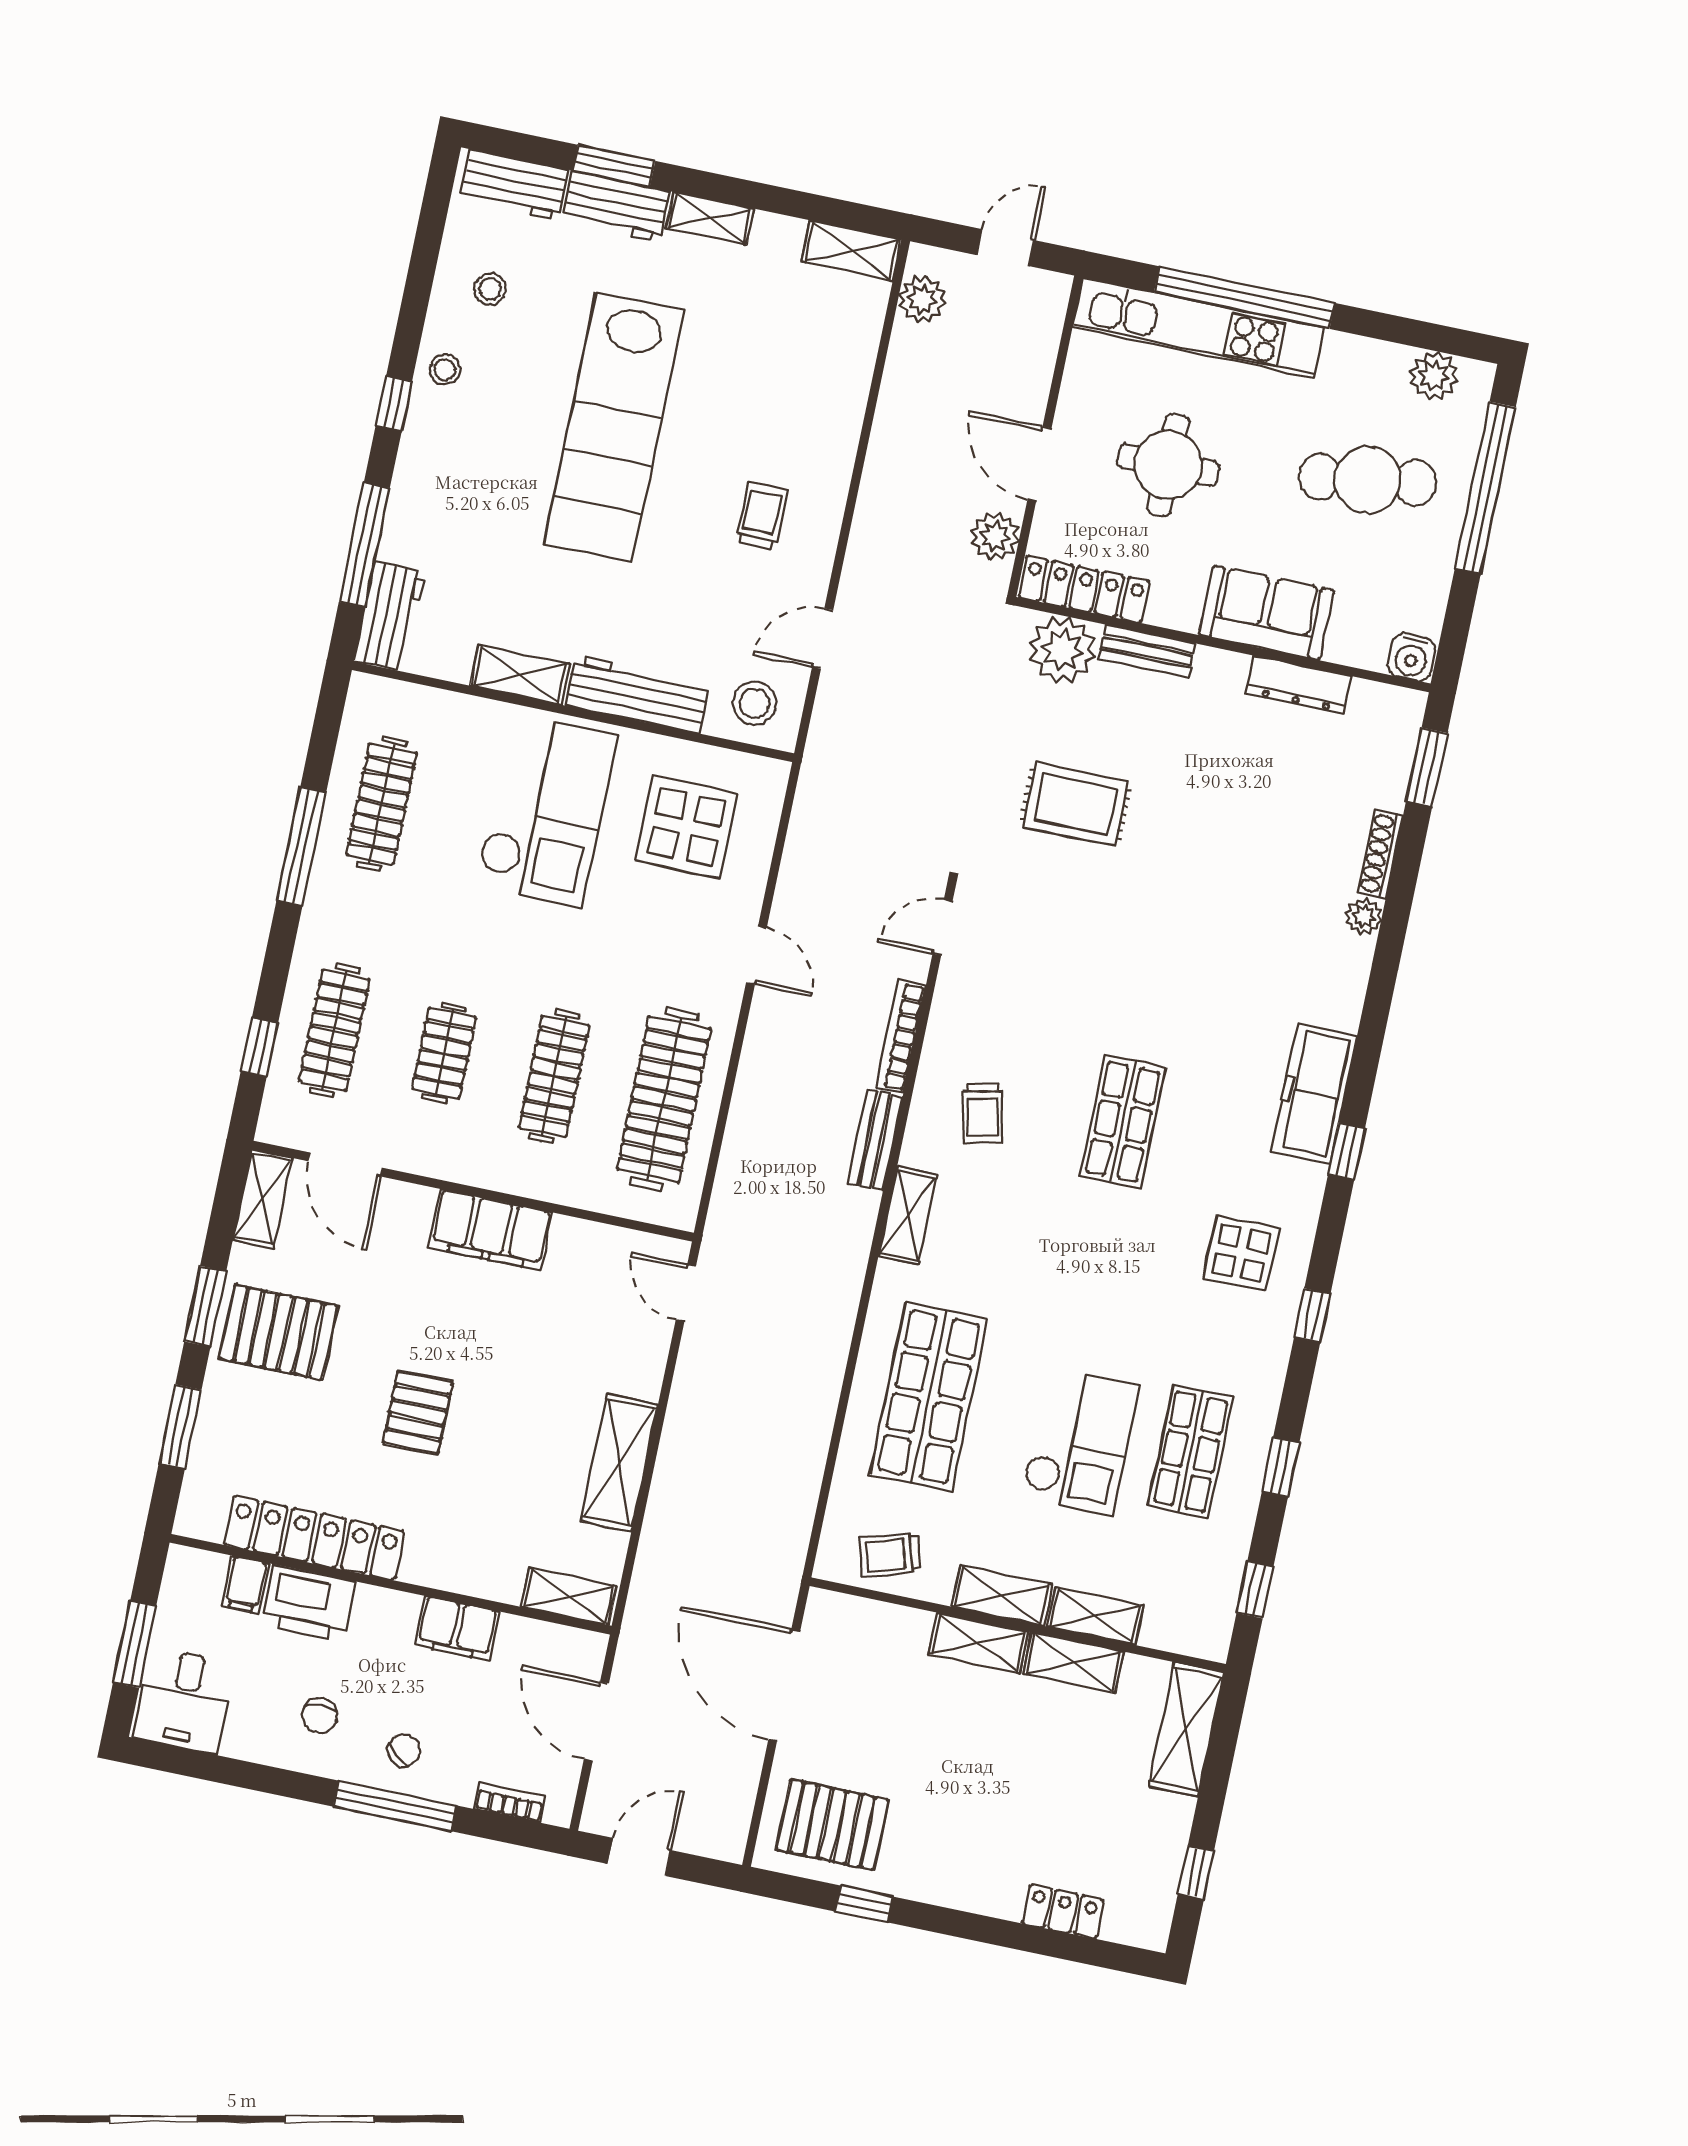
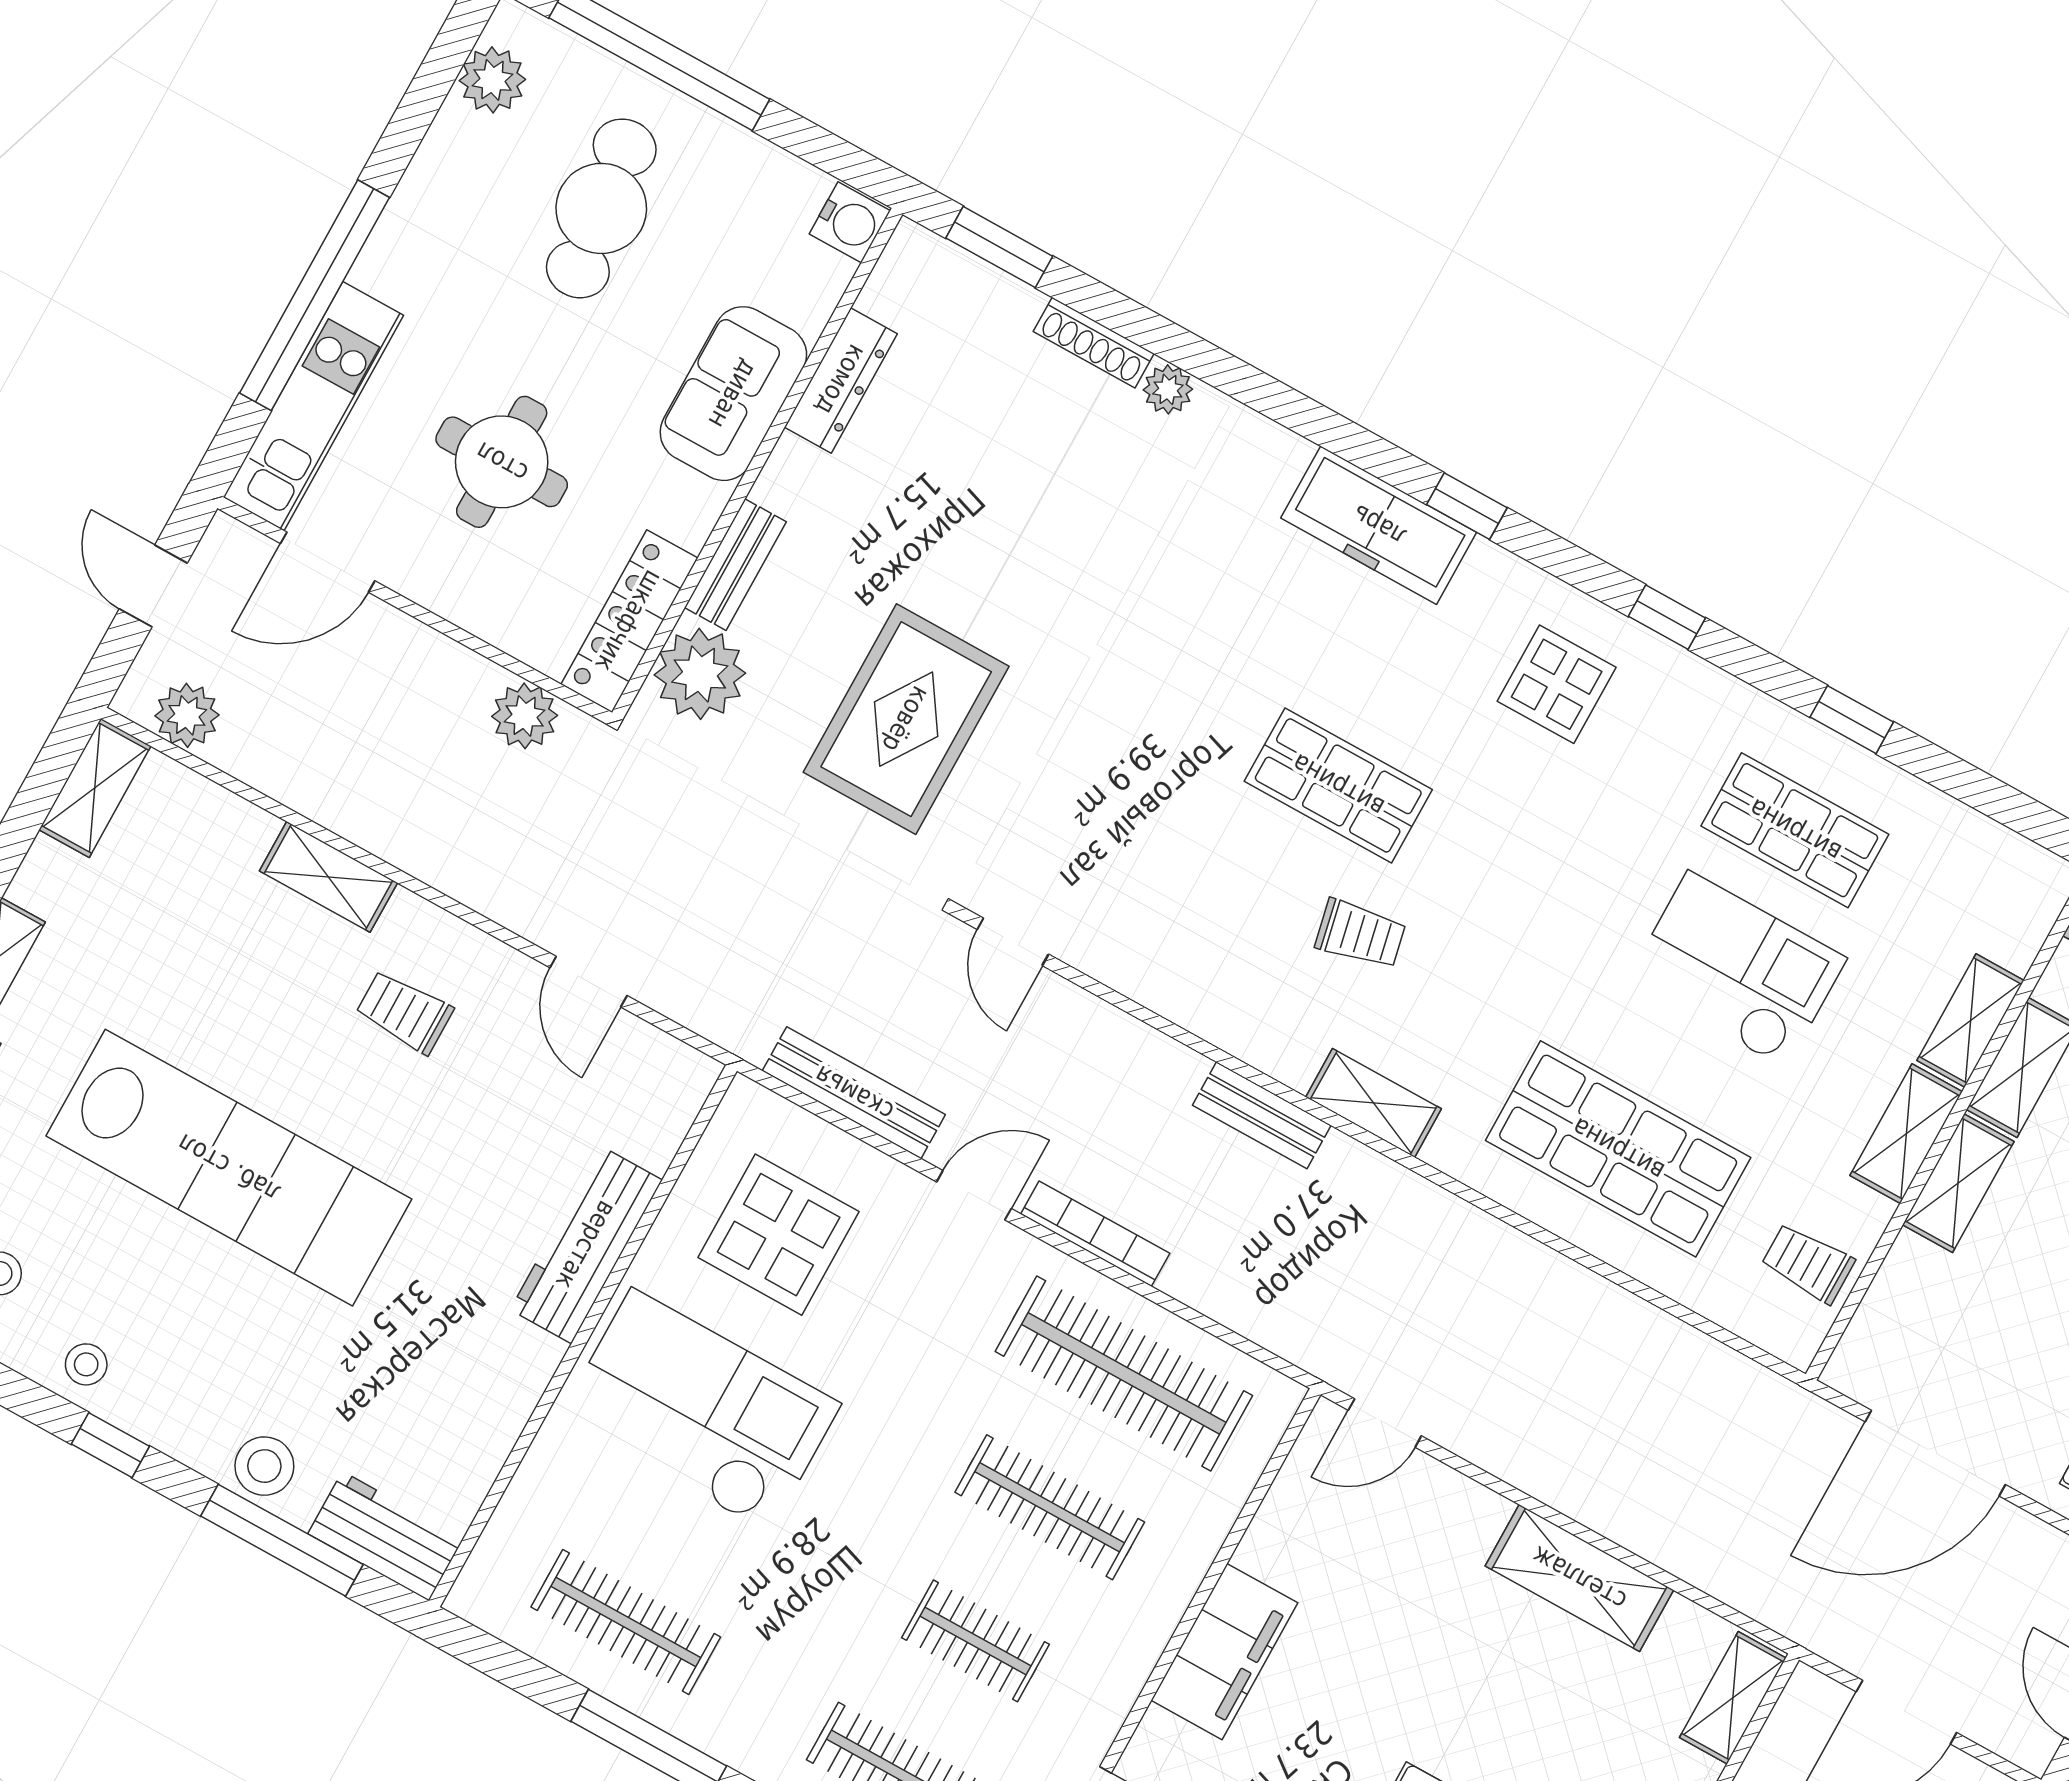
kitchen unit: (1199, 328) -> (313, 406), width x0.73
door: (1039, 464) -> (328, 562), moved
shelving: (520, 675) -> (328, 877), moved, turned 90
stool: (755, 703) -> (264, 1466), moved
rug: (1075, 804) -> (906, 719), width x1.36, depth x1.43
bench: (802, 849) -> (854, 1093), added
bookcase: (901, 1036) -> (1095, 1234), moved, turned 180
trolley: (983, 1113) -> (1360, 934), moved
trolley: (890, 1555) -> (1808, 1263), turned 107
window: (1255, 1590) -> (2000, 802), removed

